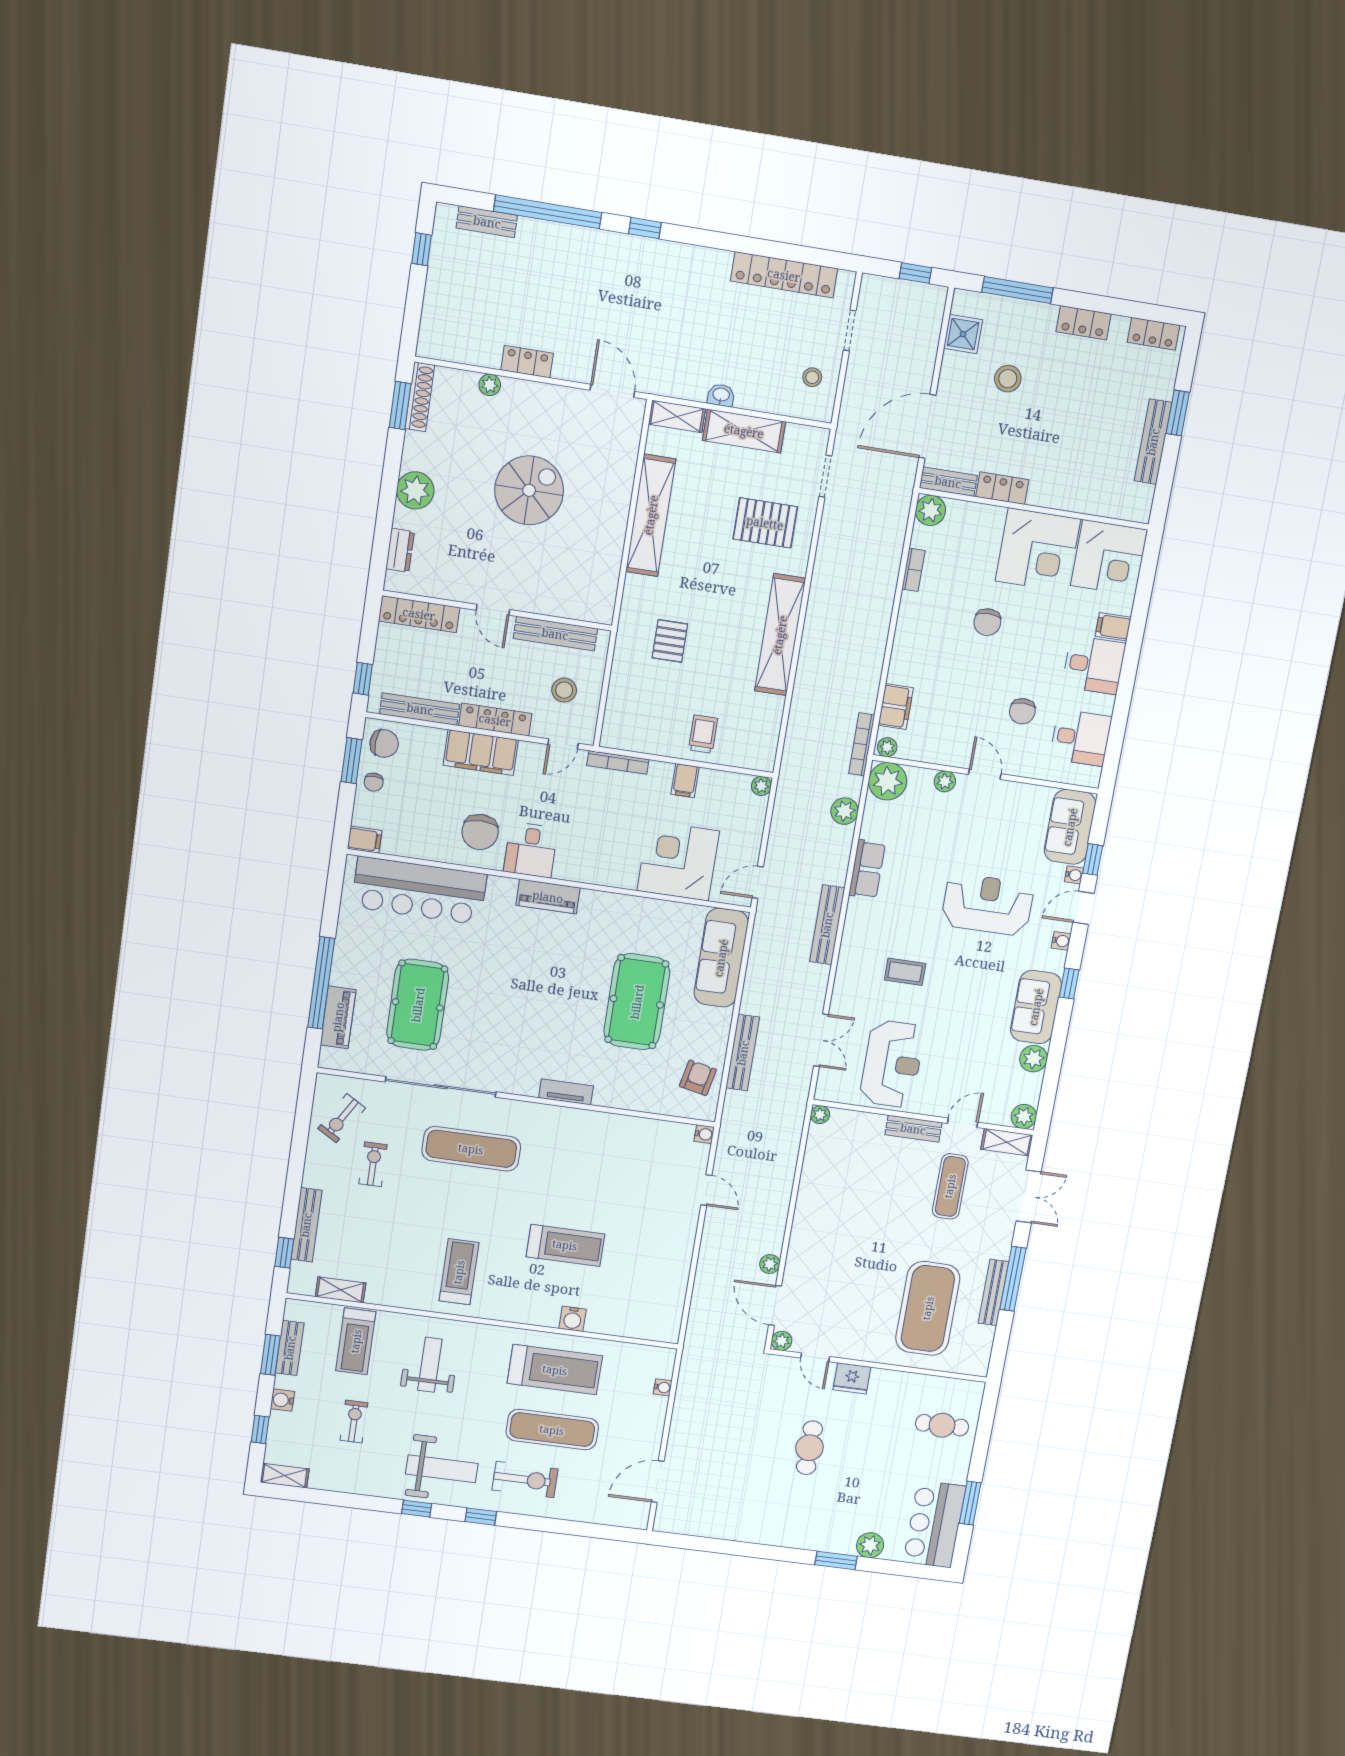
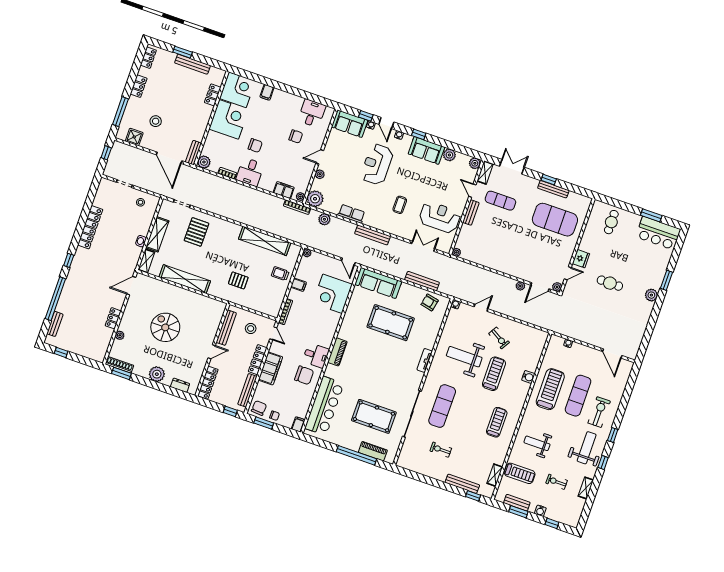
locker: (784, 275) -> (90, 227), moved
locker: (1002, 488) -> (213, 95), moved
shelving: (780, 635) -> (265, 241), moved
desk: (1094, 665) -> (250, 172), moved, turned 180
exercise bike: (342, 1118) -> (499, 338), moved
weight bench: (591, 1175) -> (464, 357), added
treadmill: (459, 1272) -> (497, 422), turned 90
window: (1013, 1279) -> (549, 180), width x0.46
shelving: (285, 1476) -> (586, 488), moved
plant: (870, 1545) -> (651, 295), moved

